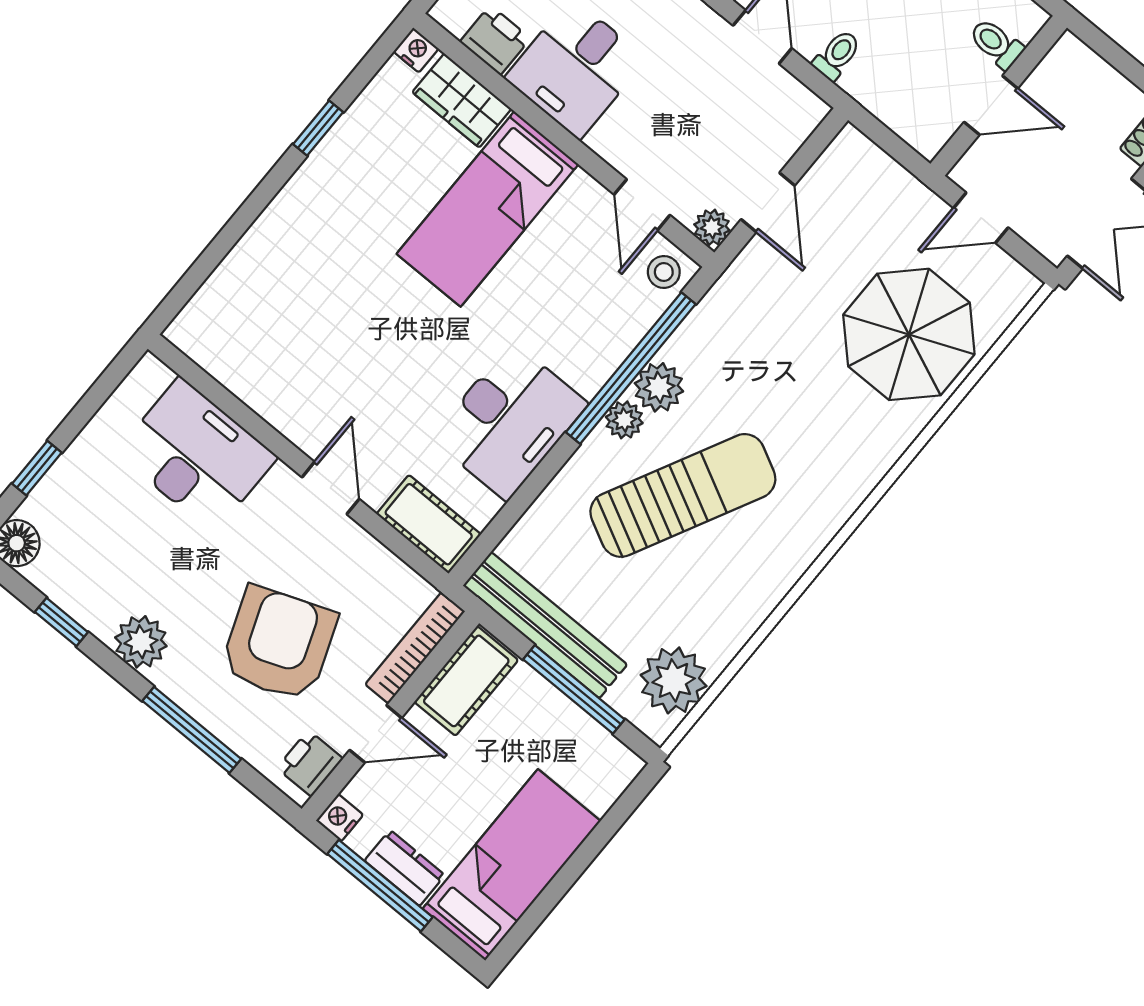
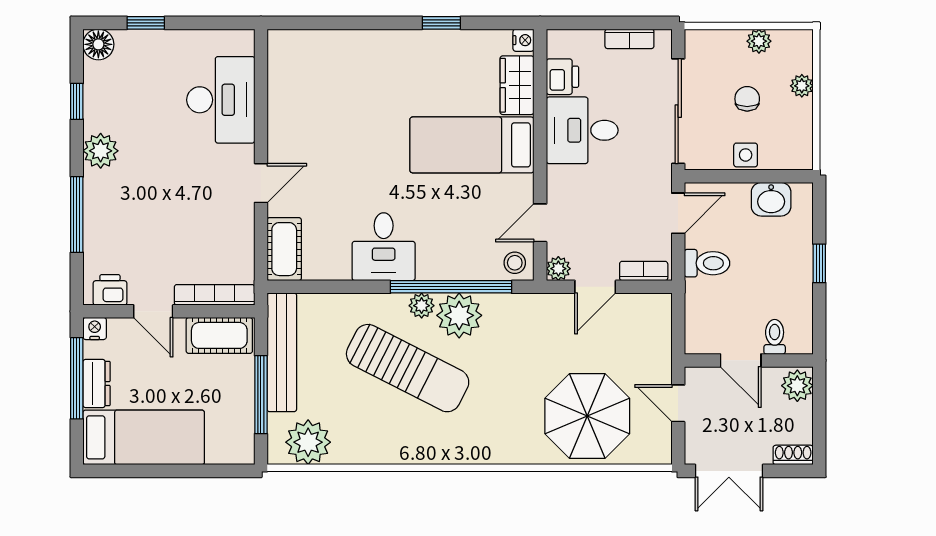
toilet: (837, 55) -> (707, 263), width x1.37, depth x1.39
plant: (1074, 64) -> (797, 386), added
bookcase: (796, 132) -> (644, 271), added
plant: (659, 387) -> (459, 315), width x1.36, depth x1.36
desk: (509, 421) -> (384, 247), width x0.73
armchair: (279, 644) -> (158, 223), removed

